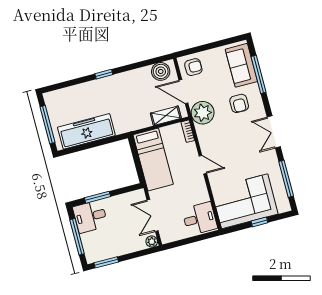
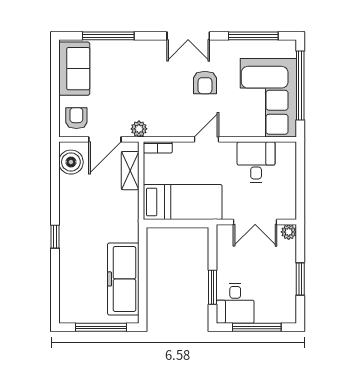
sofa: (241, 65) -> (74, 69), moved, turned -90
armchair: (239, 103) -> (205, 83), moved, turned 90
plant: (203, 113) -> (139, 129), width x0.53, depth x0.53
desk: (200, 219) -> (256, 162), moved
window: (259, 222) -> (300, 85), width x3.17
window: (106, 262) -> (300, 279), moved

